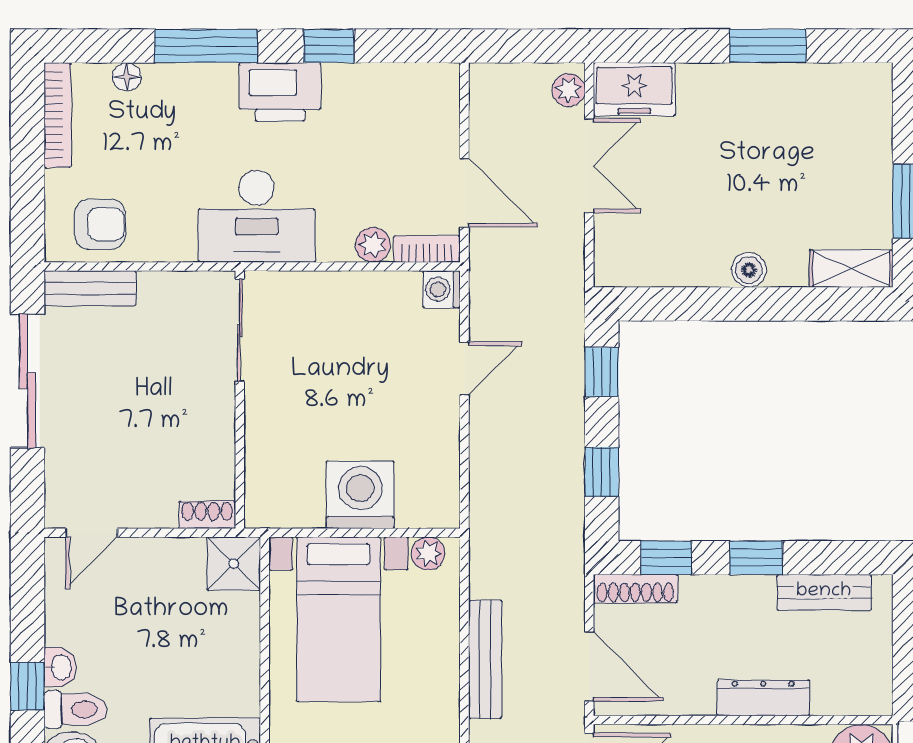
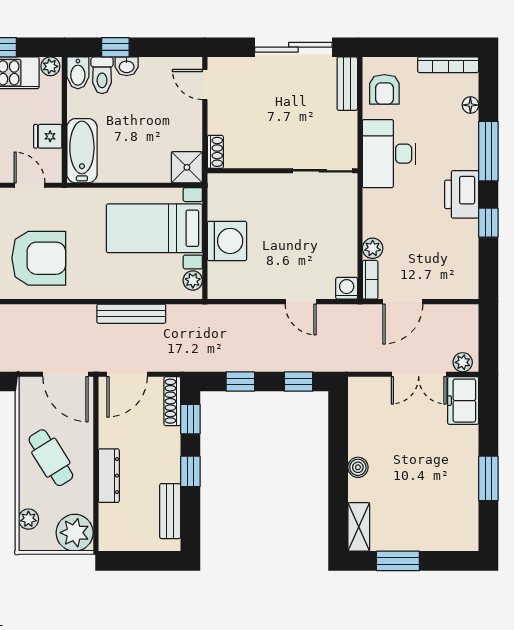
desk: (257, 216) -> (389, 154), moved

